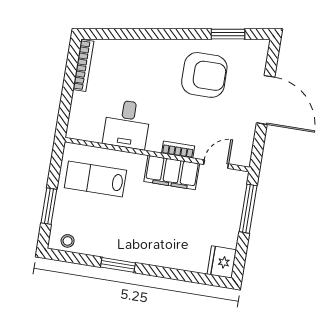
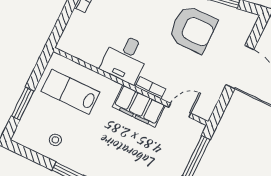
desk: (127, 124) -> (125, 58), moved
stool: (68, 241) -> (55, 140), moved

